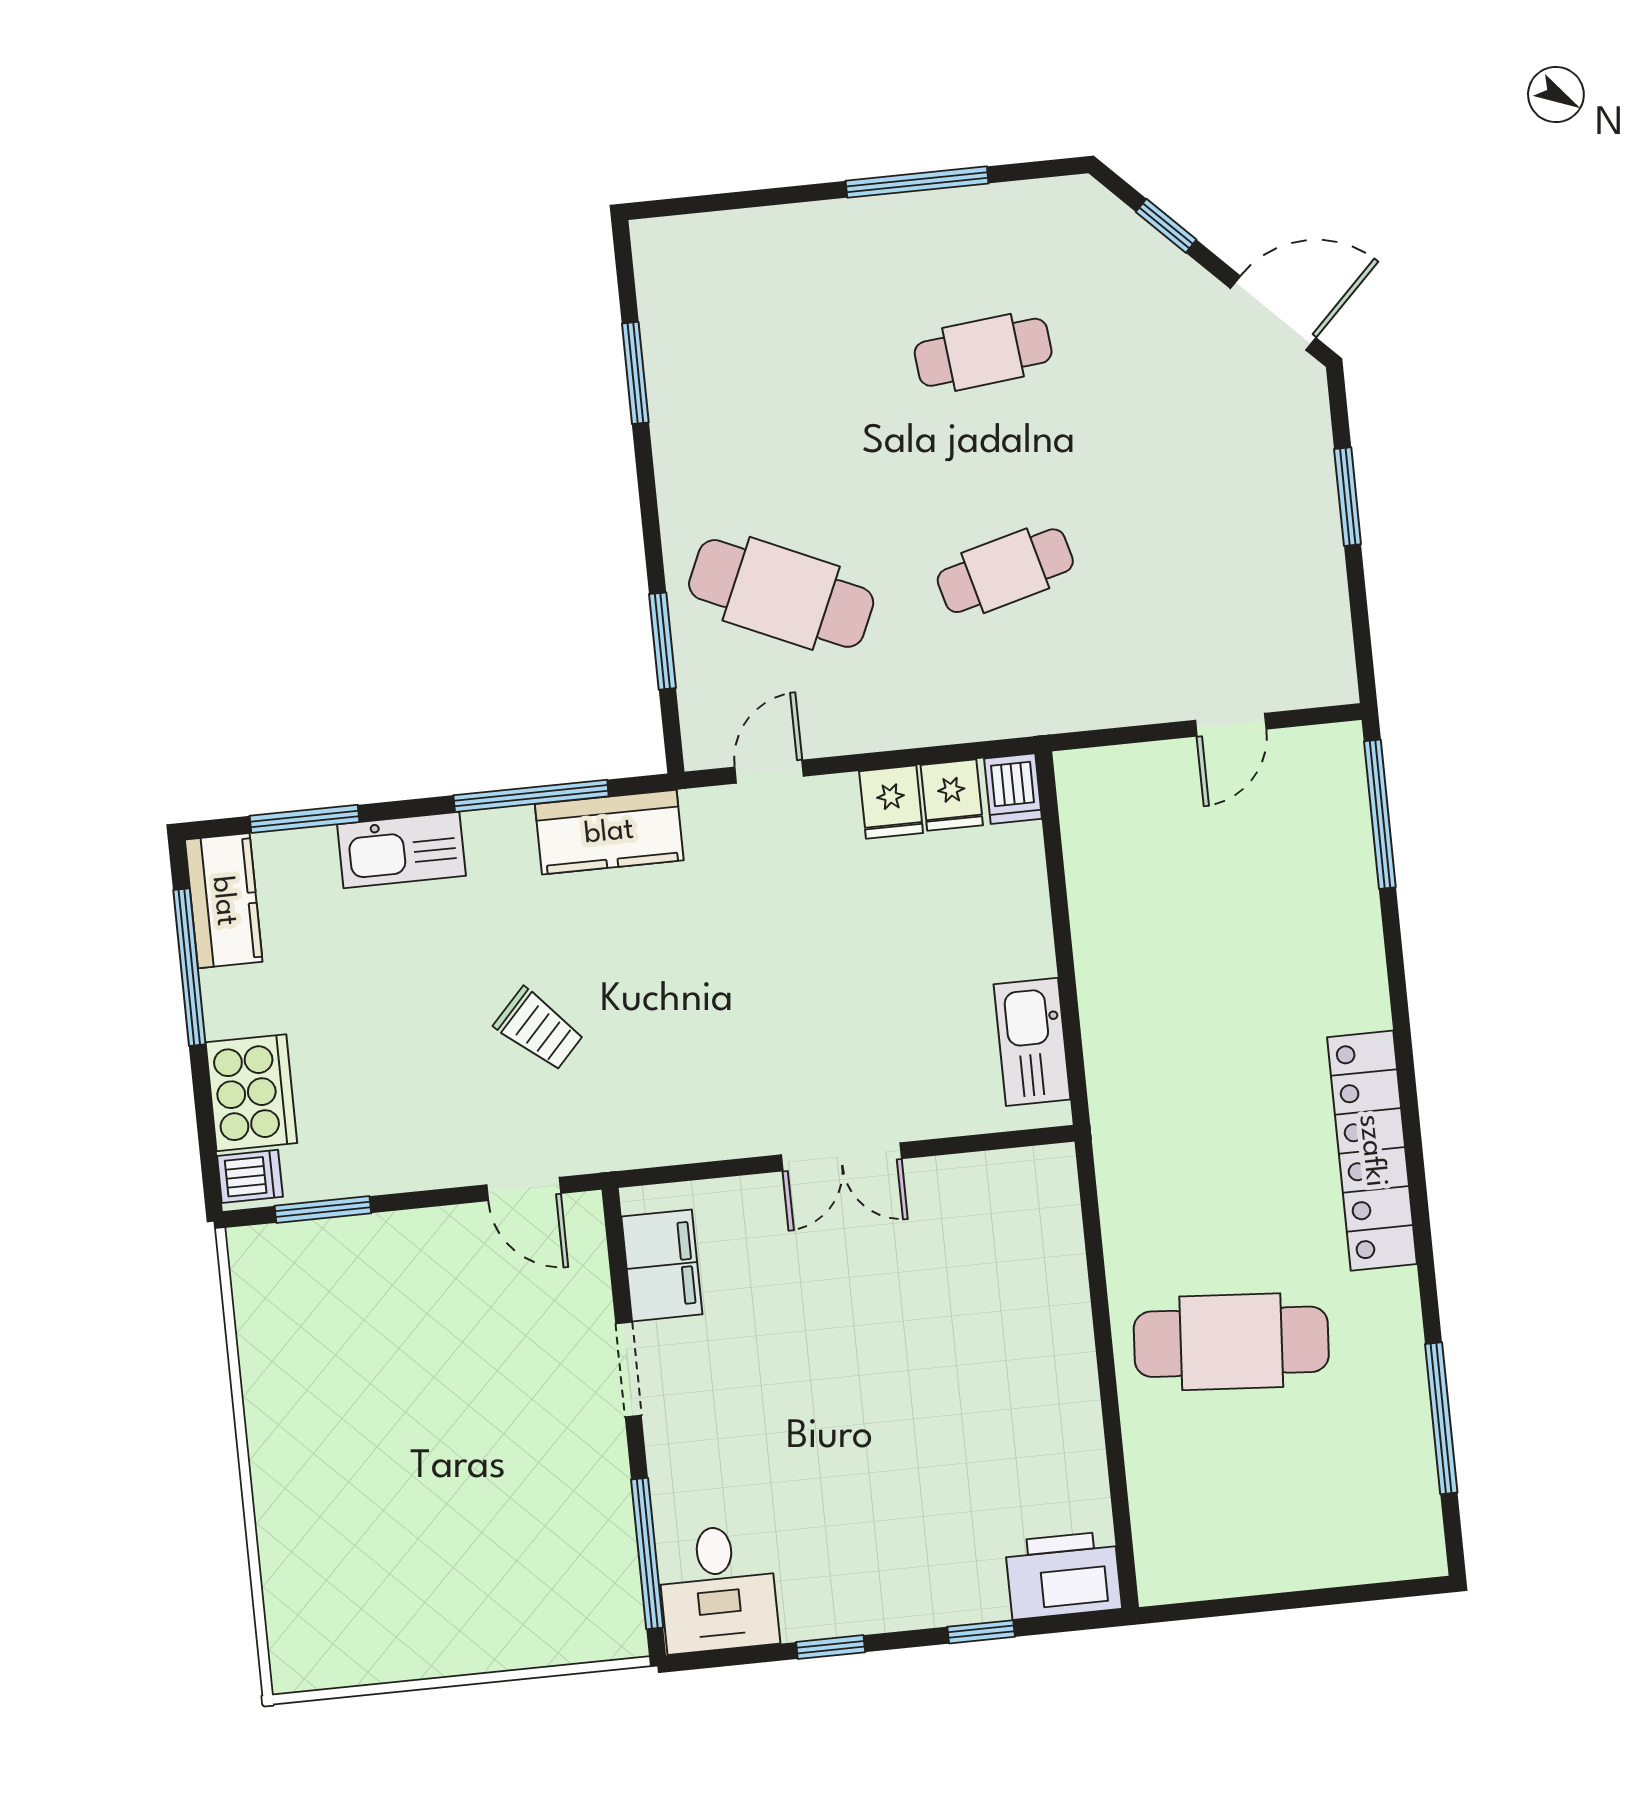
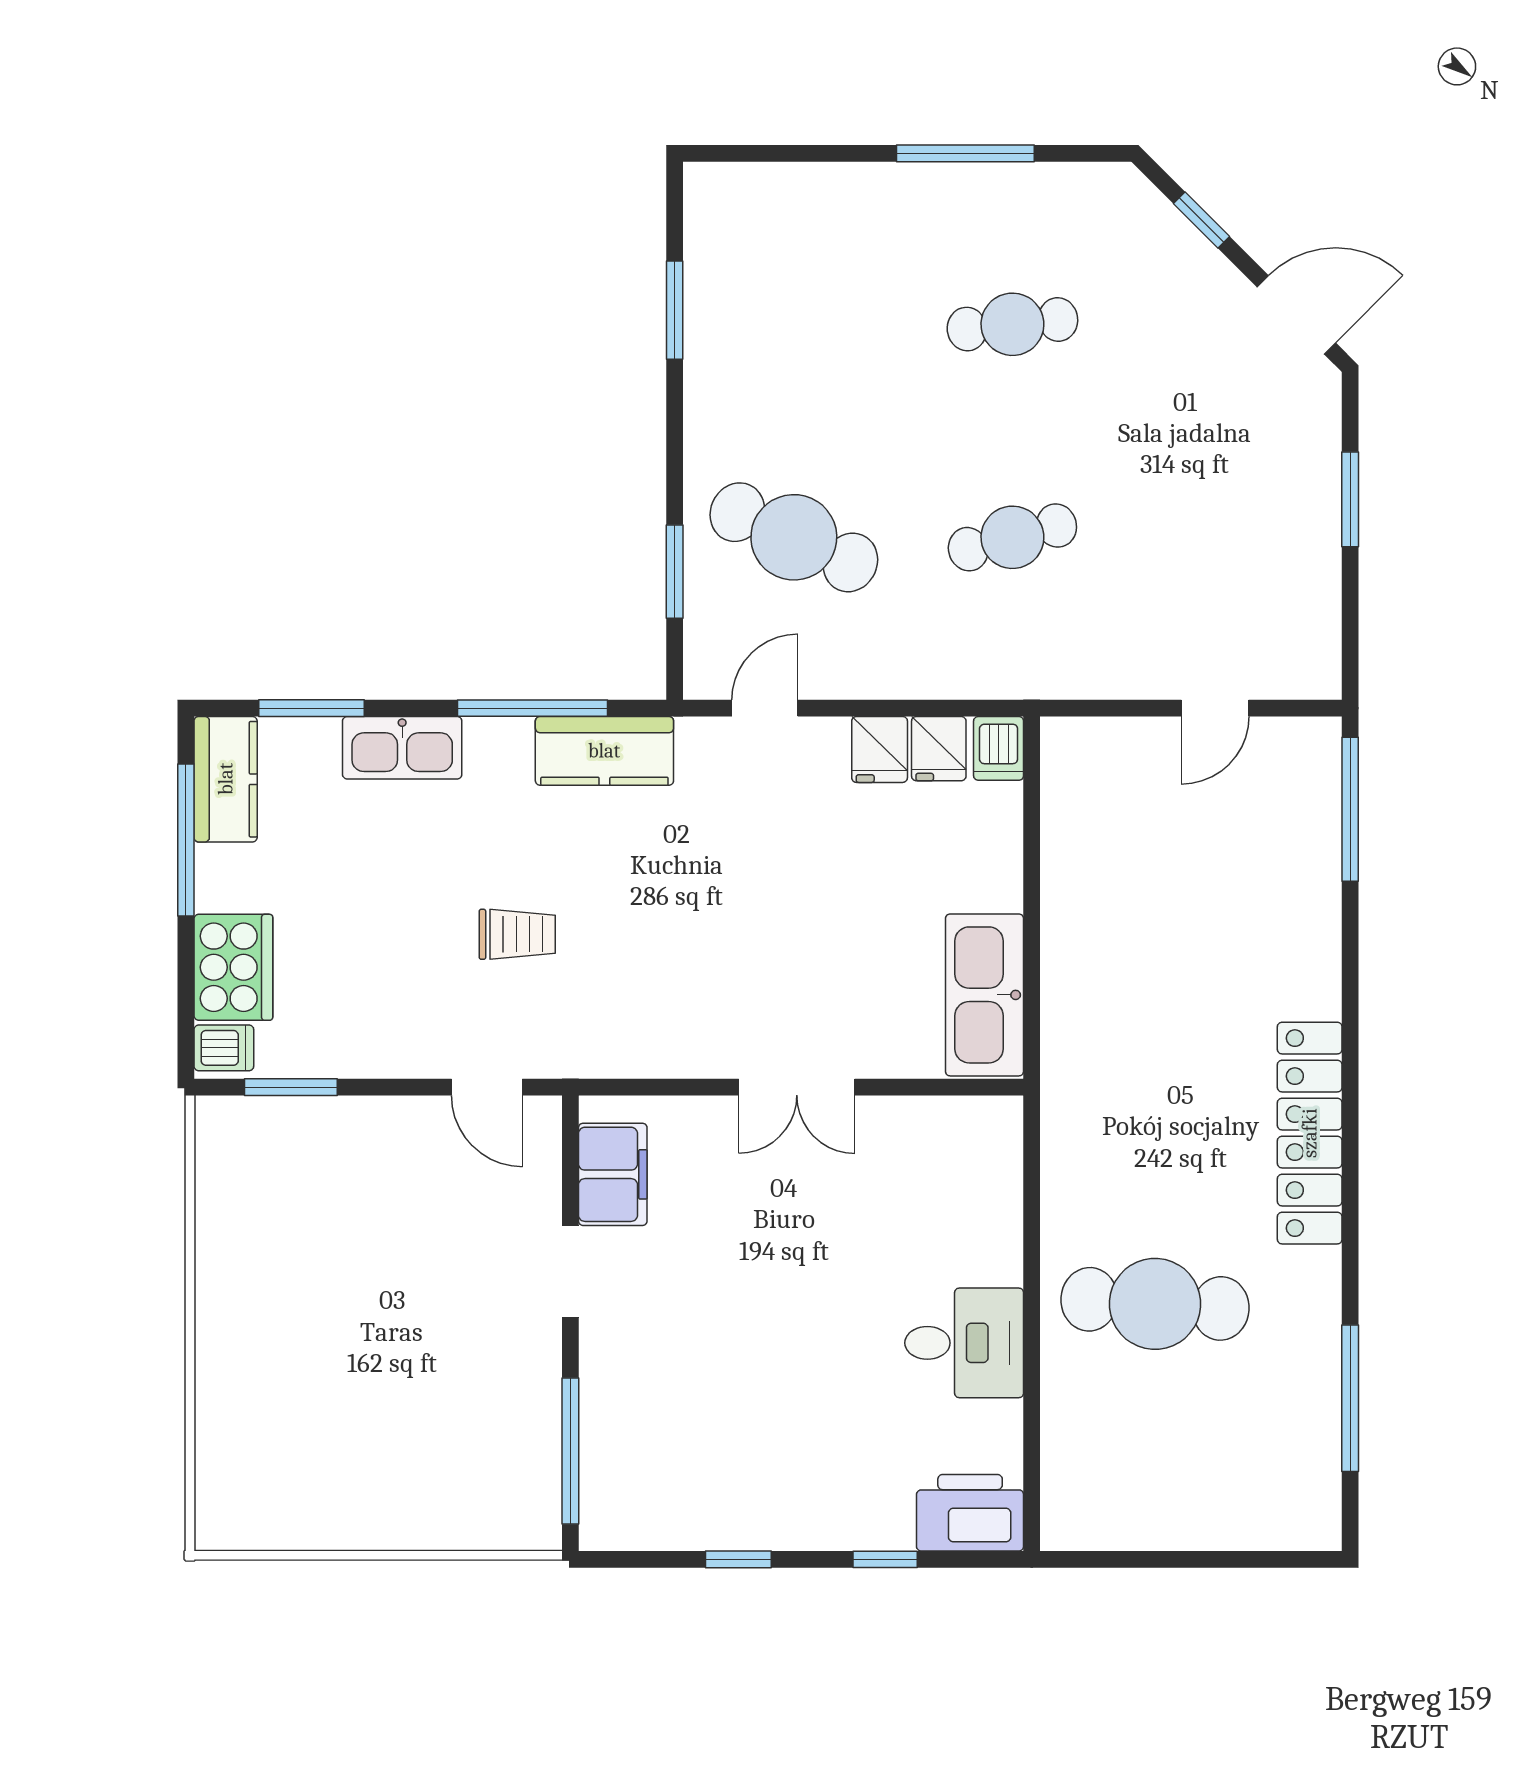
trolley: (539, 1029) -> (517, 934), turned -43
kitchen sink: (1032, 1042) -> (984, 995), width x1.36, depth x1.24
desk: (718, 1589) -> (964, 1343), moved, turned -90

